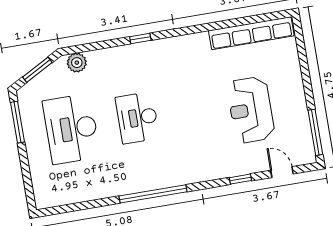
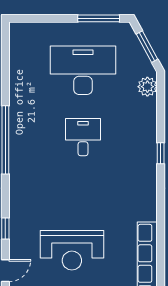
reception desk: (251, 110) -> (72, 250), turned 180
desk: (137, 118) -> (83, 137), width x0.73

